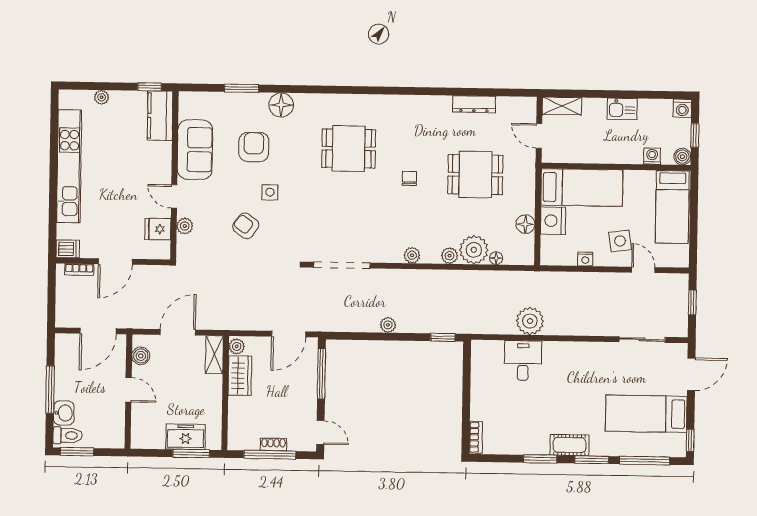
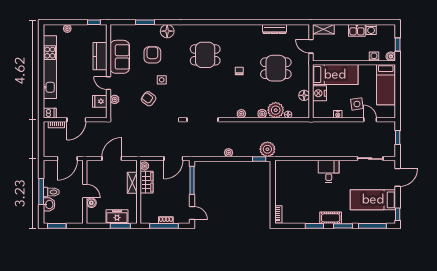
washing machine: (682, 108) -> (371, 30), moved
kitchen counter: (160, 116) -> (100, 56), moved
plant: (530, 321) -> (267, 149), moved
shelving: (214, 355) -> (132, 183), moved
boiler: (141, 356) -> (91, 203), moved
desk: (523, 360) -> (329, 171), moved
toilet: (68, 435) -> (51, 192), moved

